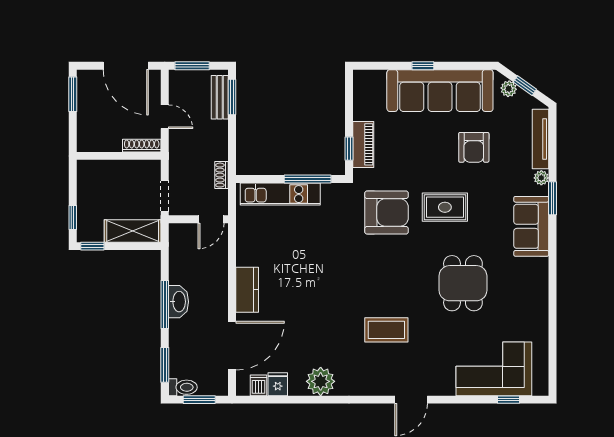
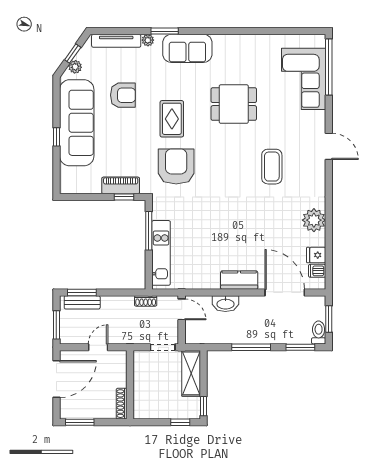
shoe rack: (142, 146) -> (122, 404), moved
washbasin: (179, 302) -> (225, 304), moved, turned 180
window: (509, 400) -> (329, 67), width x3.17

